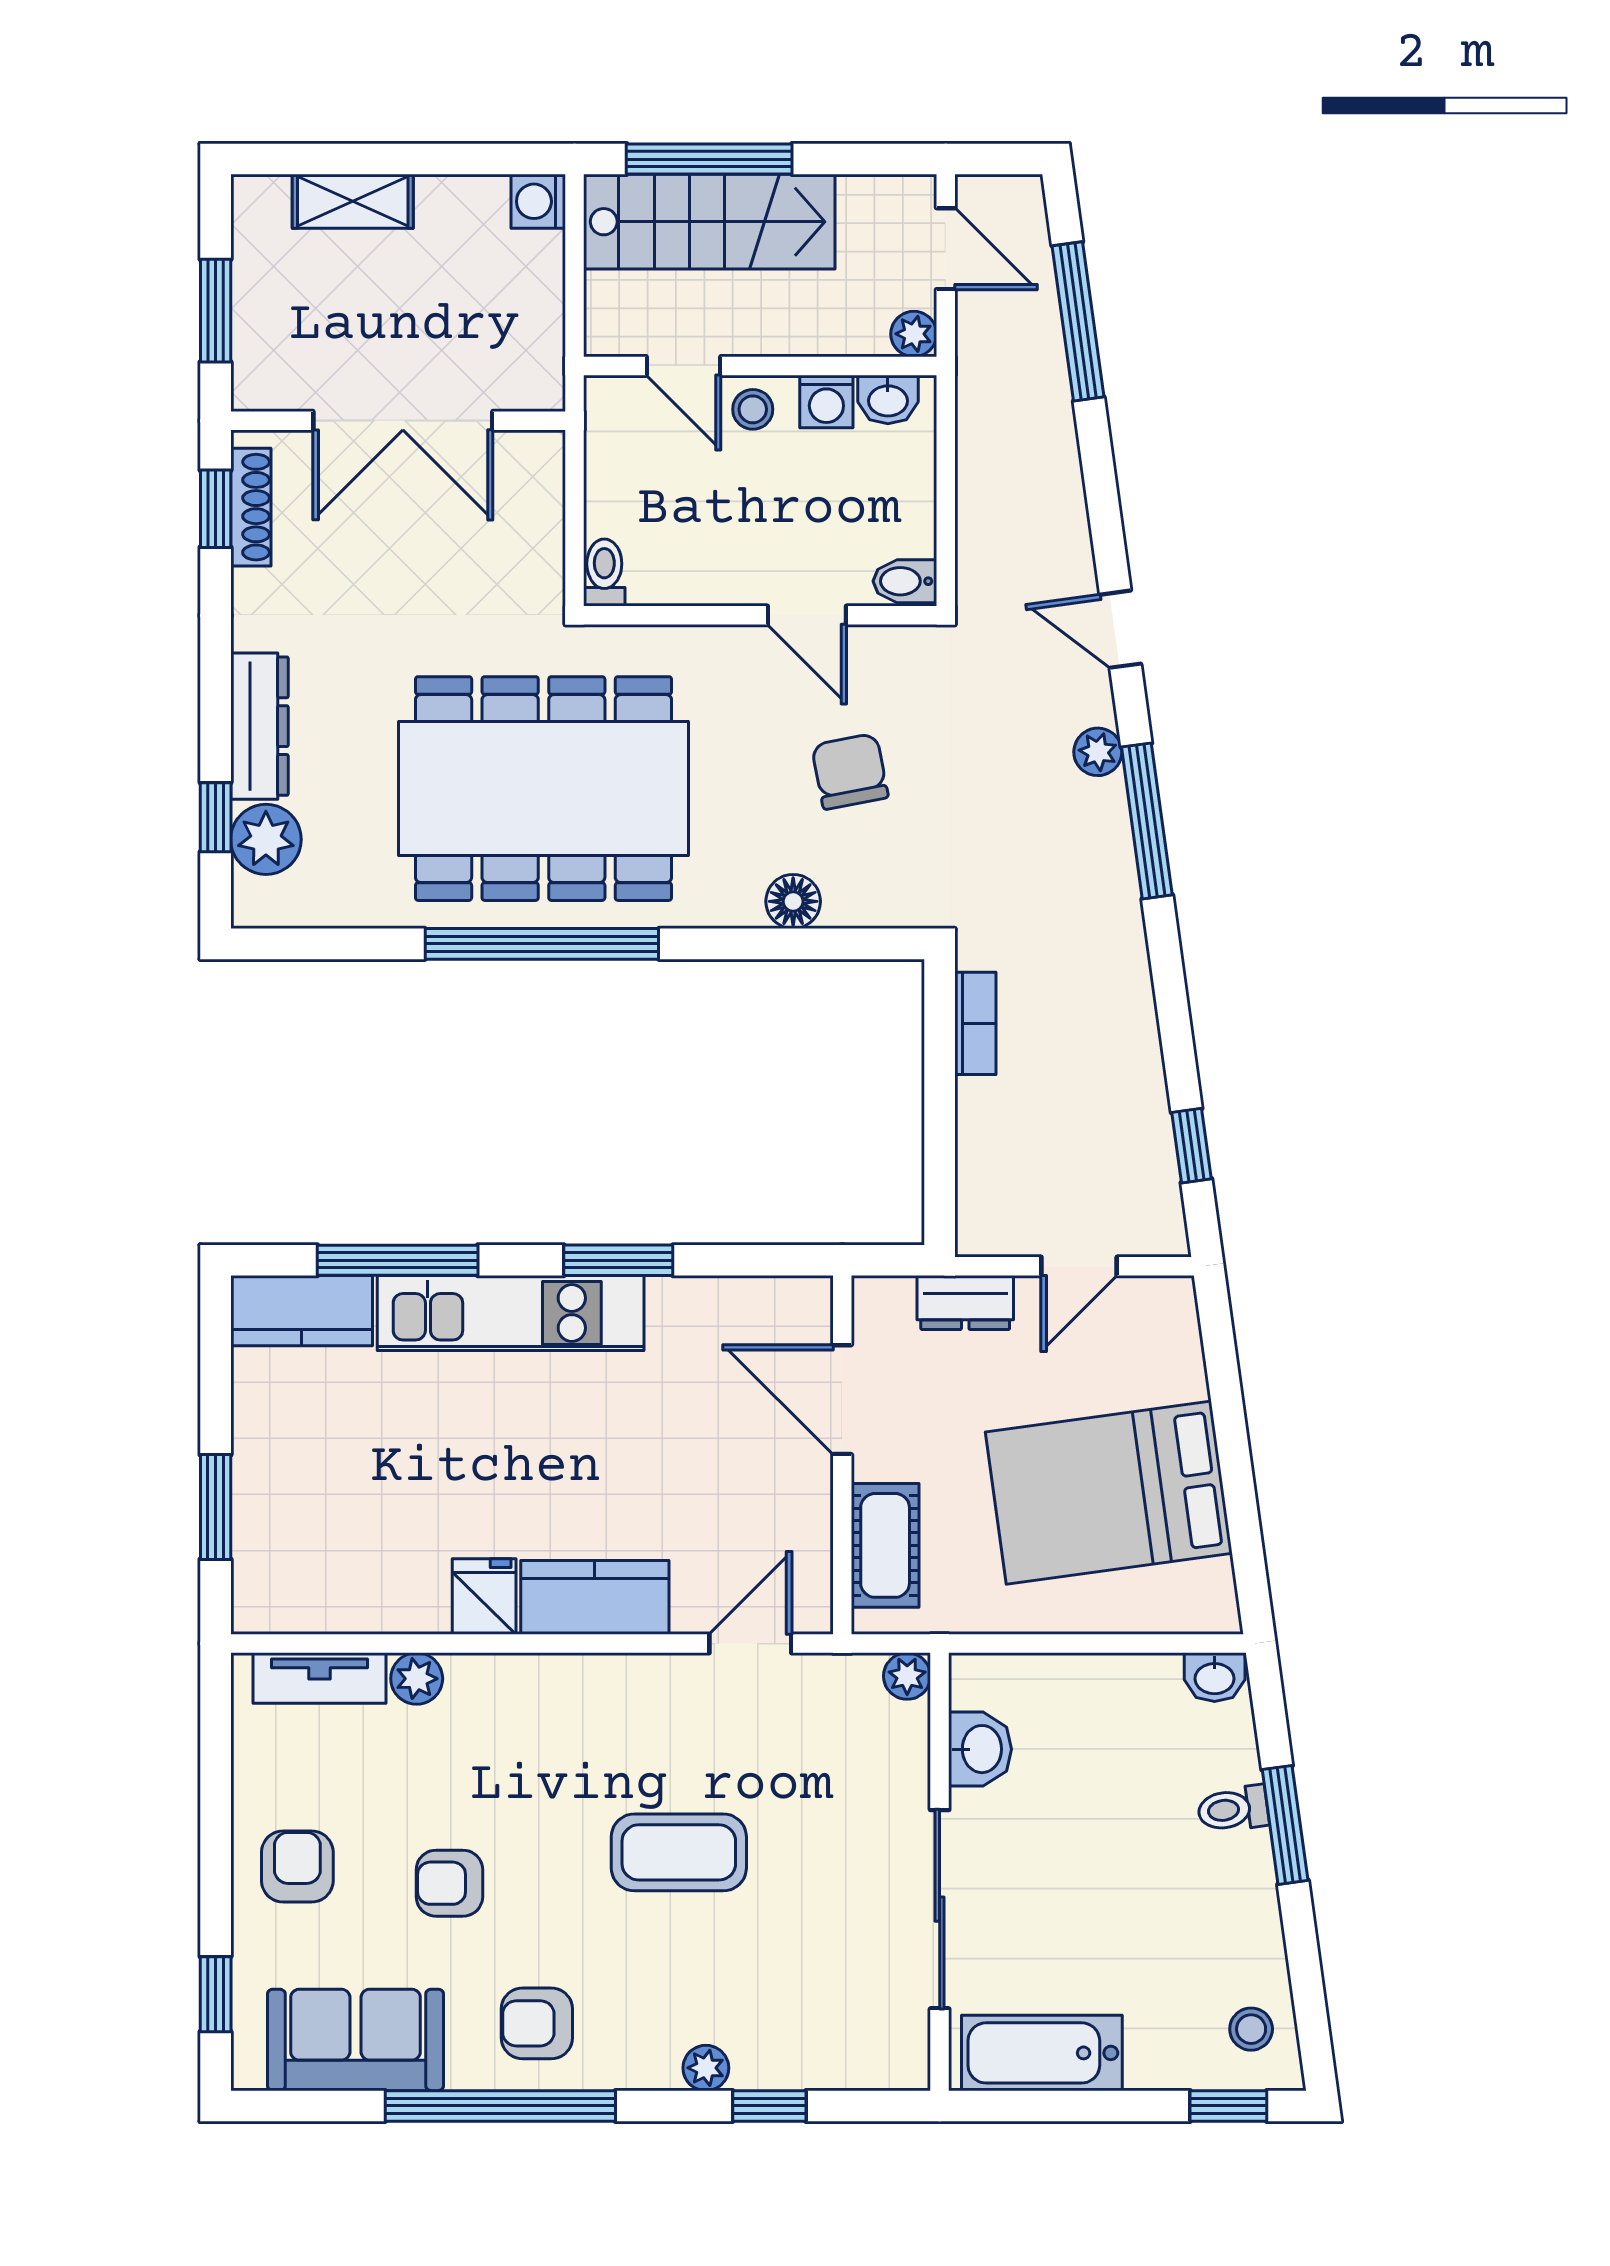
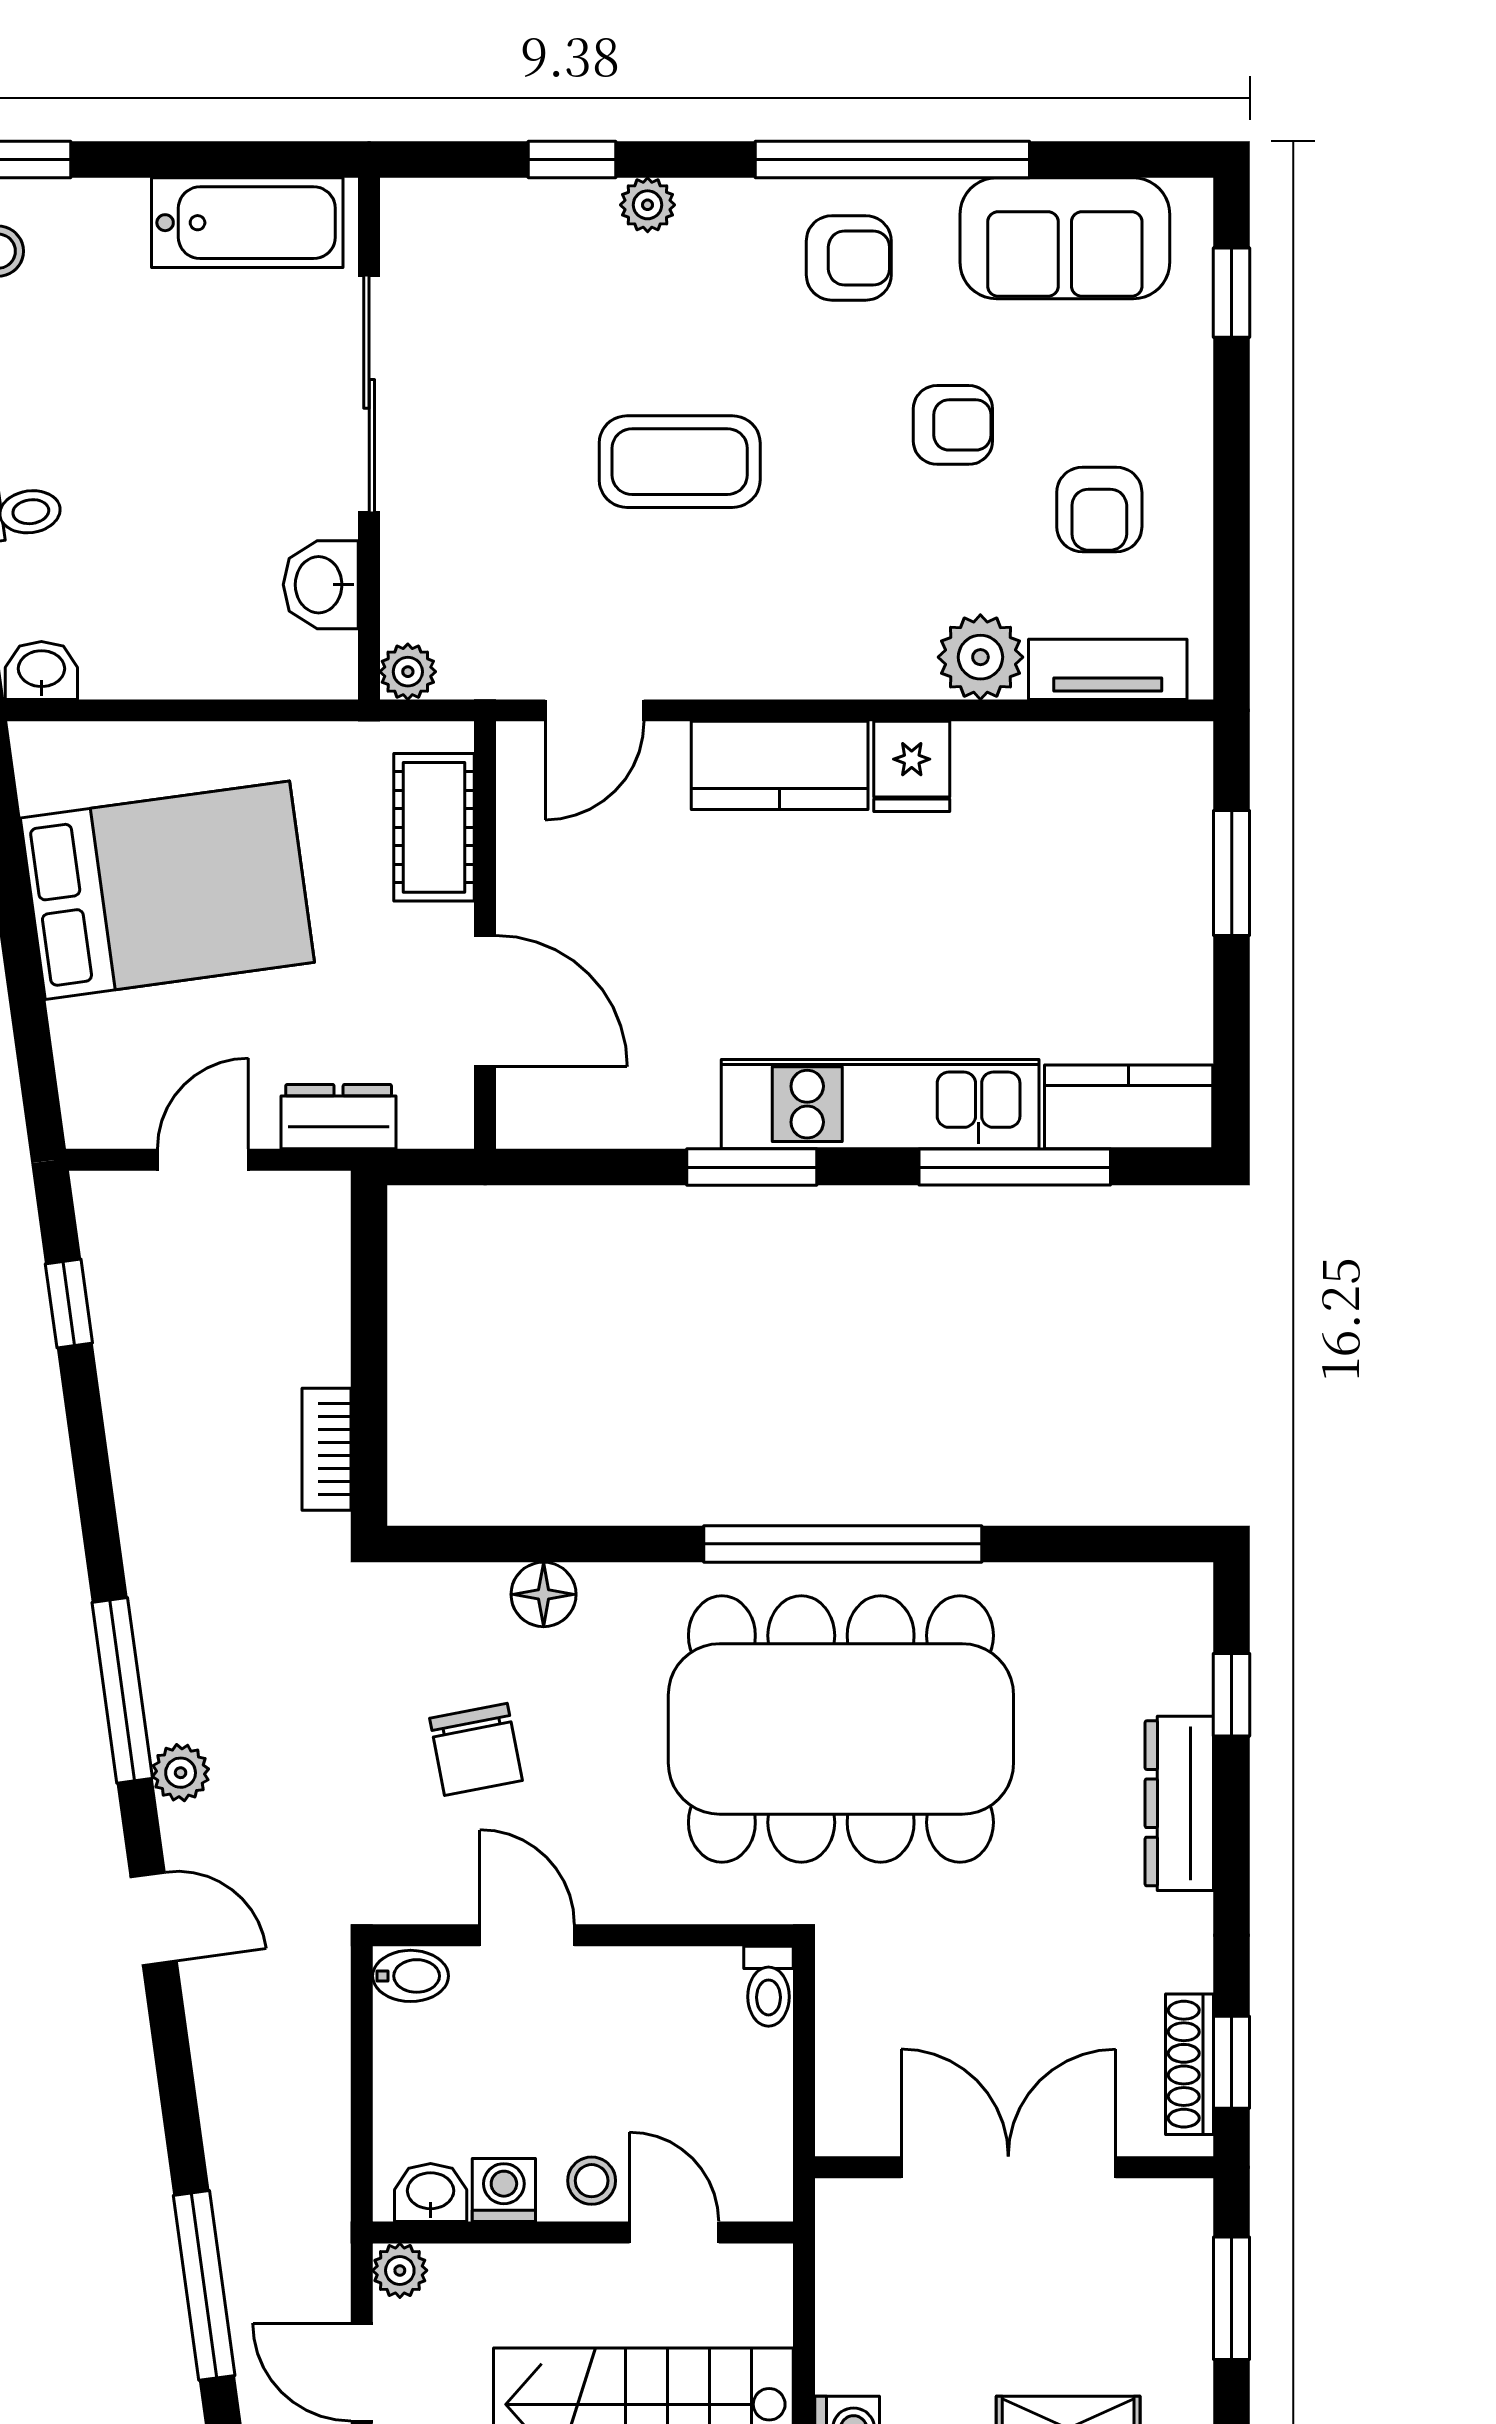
plant: (266, 839) -> (1172, 1668), removed
plant: (417, 1679) -> (980, 657), width x1.38, depth x1.38
armchair: (297, 1866) -> (1099, 510), moved

